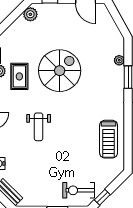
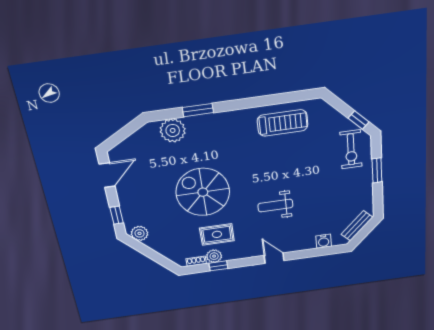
plant: (119, 60) -> (173, 130), width x1.87, depth x1.87
weight bench: (39, 127) -> (275, 206), turned 180

